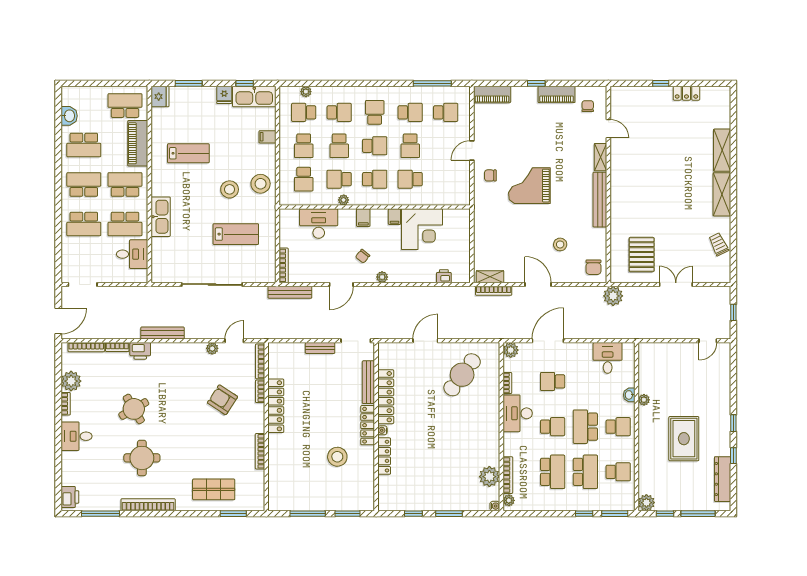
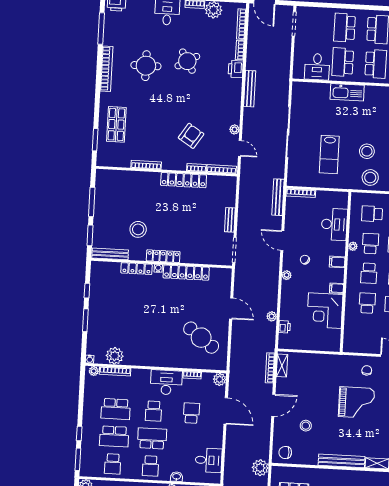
grand piano: (529, 186) -> (357, 402), turned 90
plant: (432, 292) -> (272, 316), added
bench: (368, 382) -> (110, 254), moved

